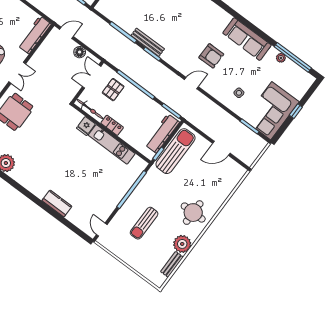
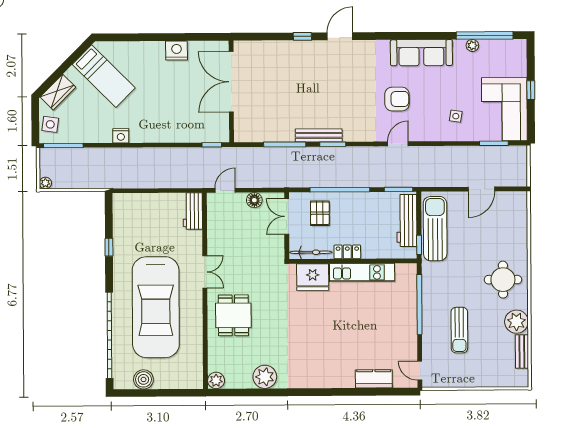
workbench: (35, 35) -> (193, 211), width x0.73
fridge: (86, 126) -> (313, 277), width x1.88, depth x1.34
kitchen counter: (57, 204) -> (374, 379), moved

